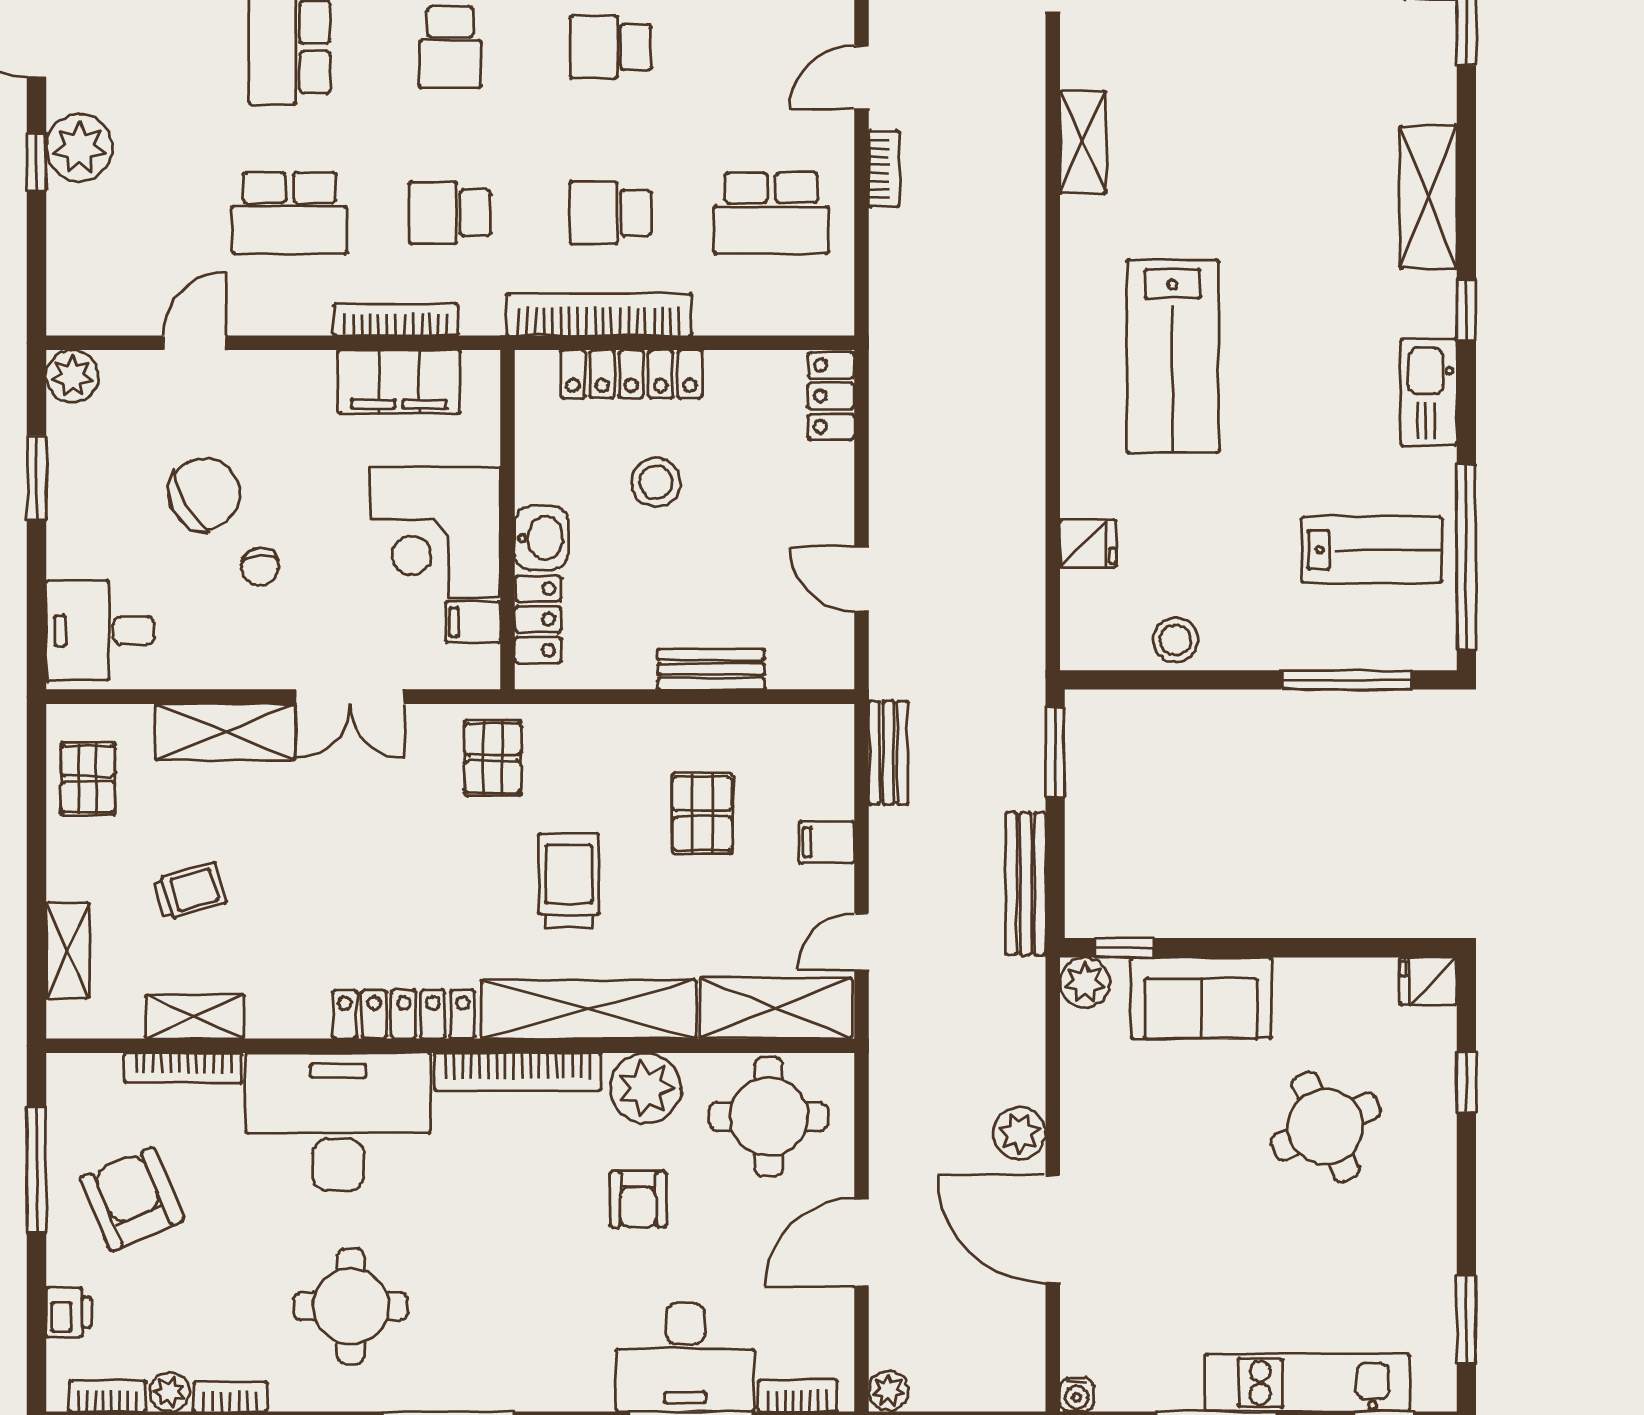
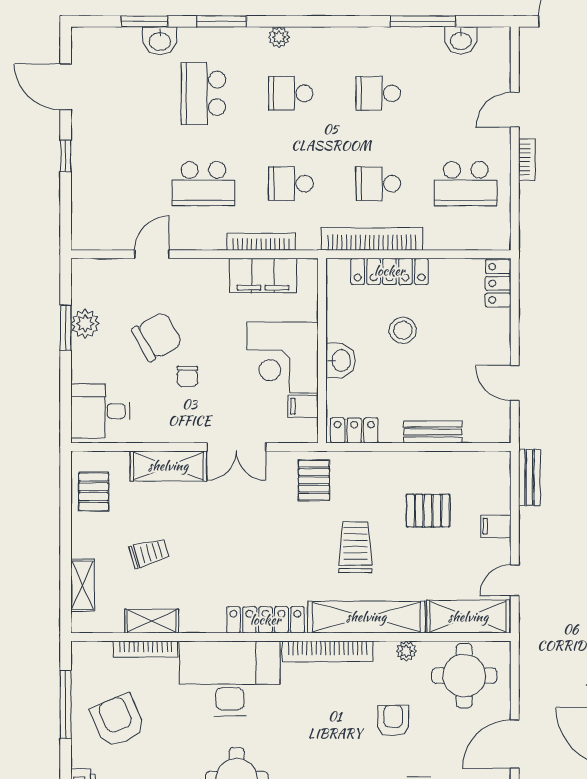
school desk: (450, 47) -> (291, 93), turned 90
plant: (79, 148) -> (89, 148), removed
plant: (72, 376) -> (85, 324), moved
locker: (538, 619) -> (354, 430), moved, turned -90
pallet: (702, 814) -> (428, 511), turned 90
plant: (646, 1088) -> (406, 651), width x0.53, depth x0.53
armchair: (638, 1199) -> (393, 721), turned 180

